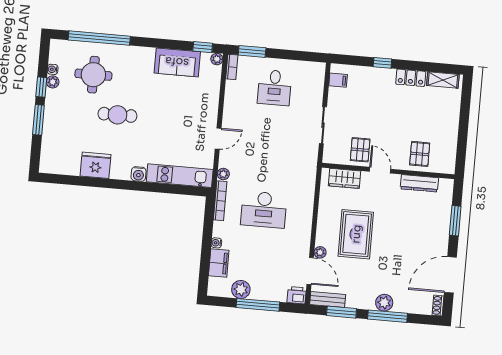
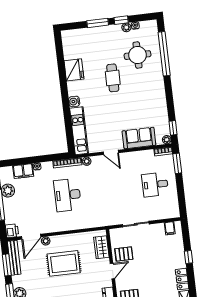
sofa: (177, 62) -> (139, 138), moved, turned 90
bench: (328, 299) -> (14, 258), width x1.36

